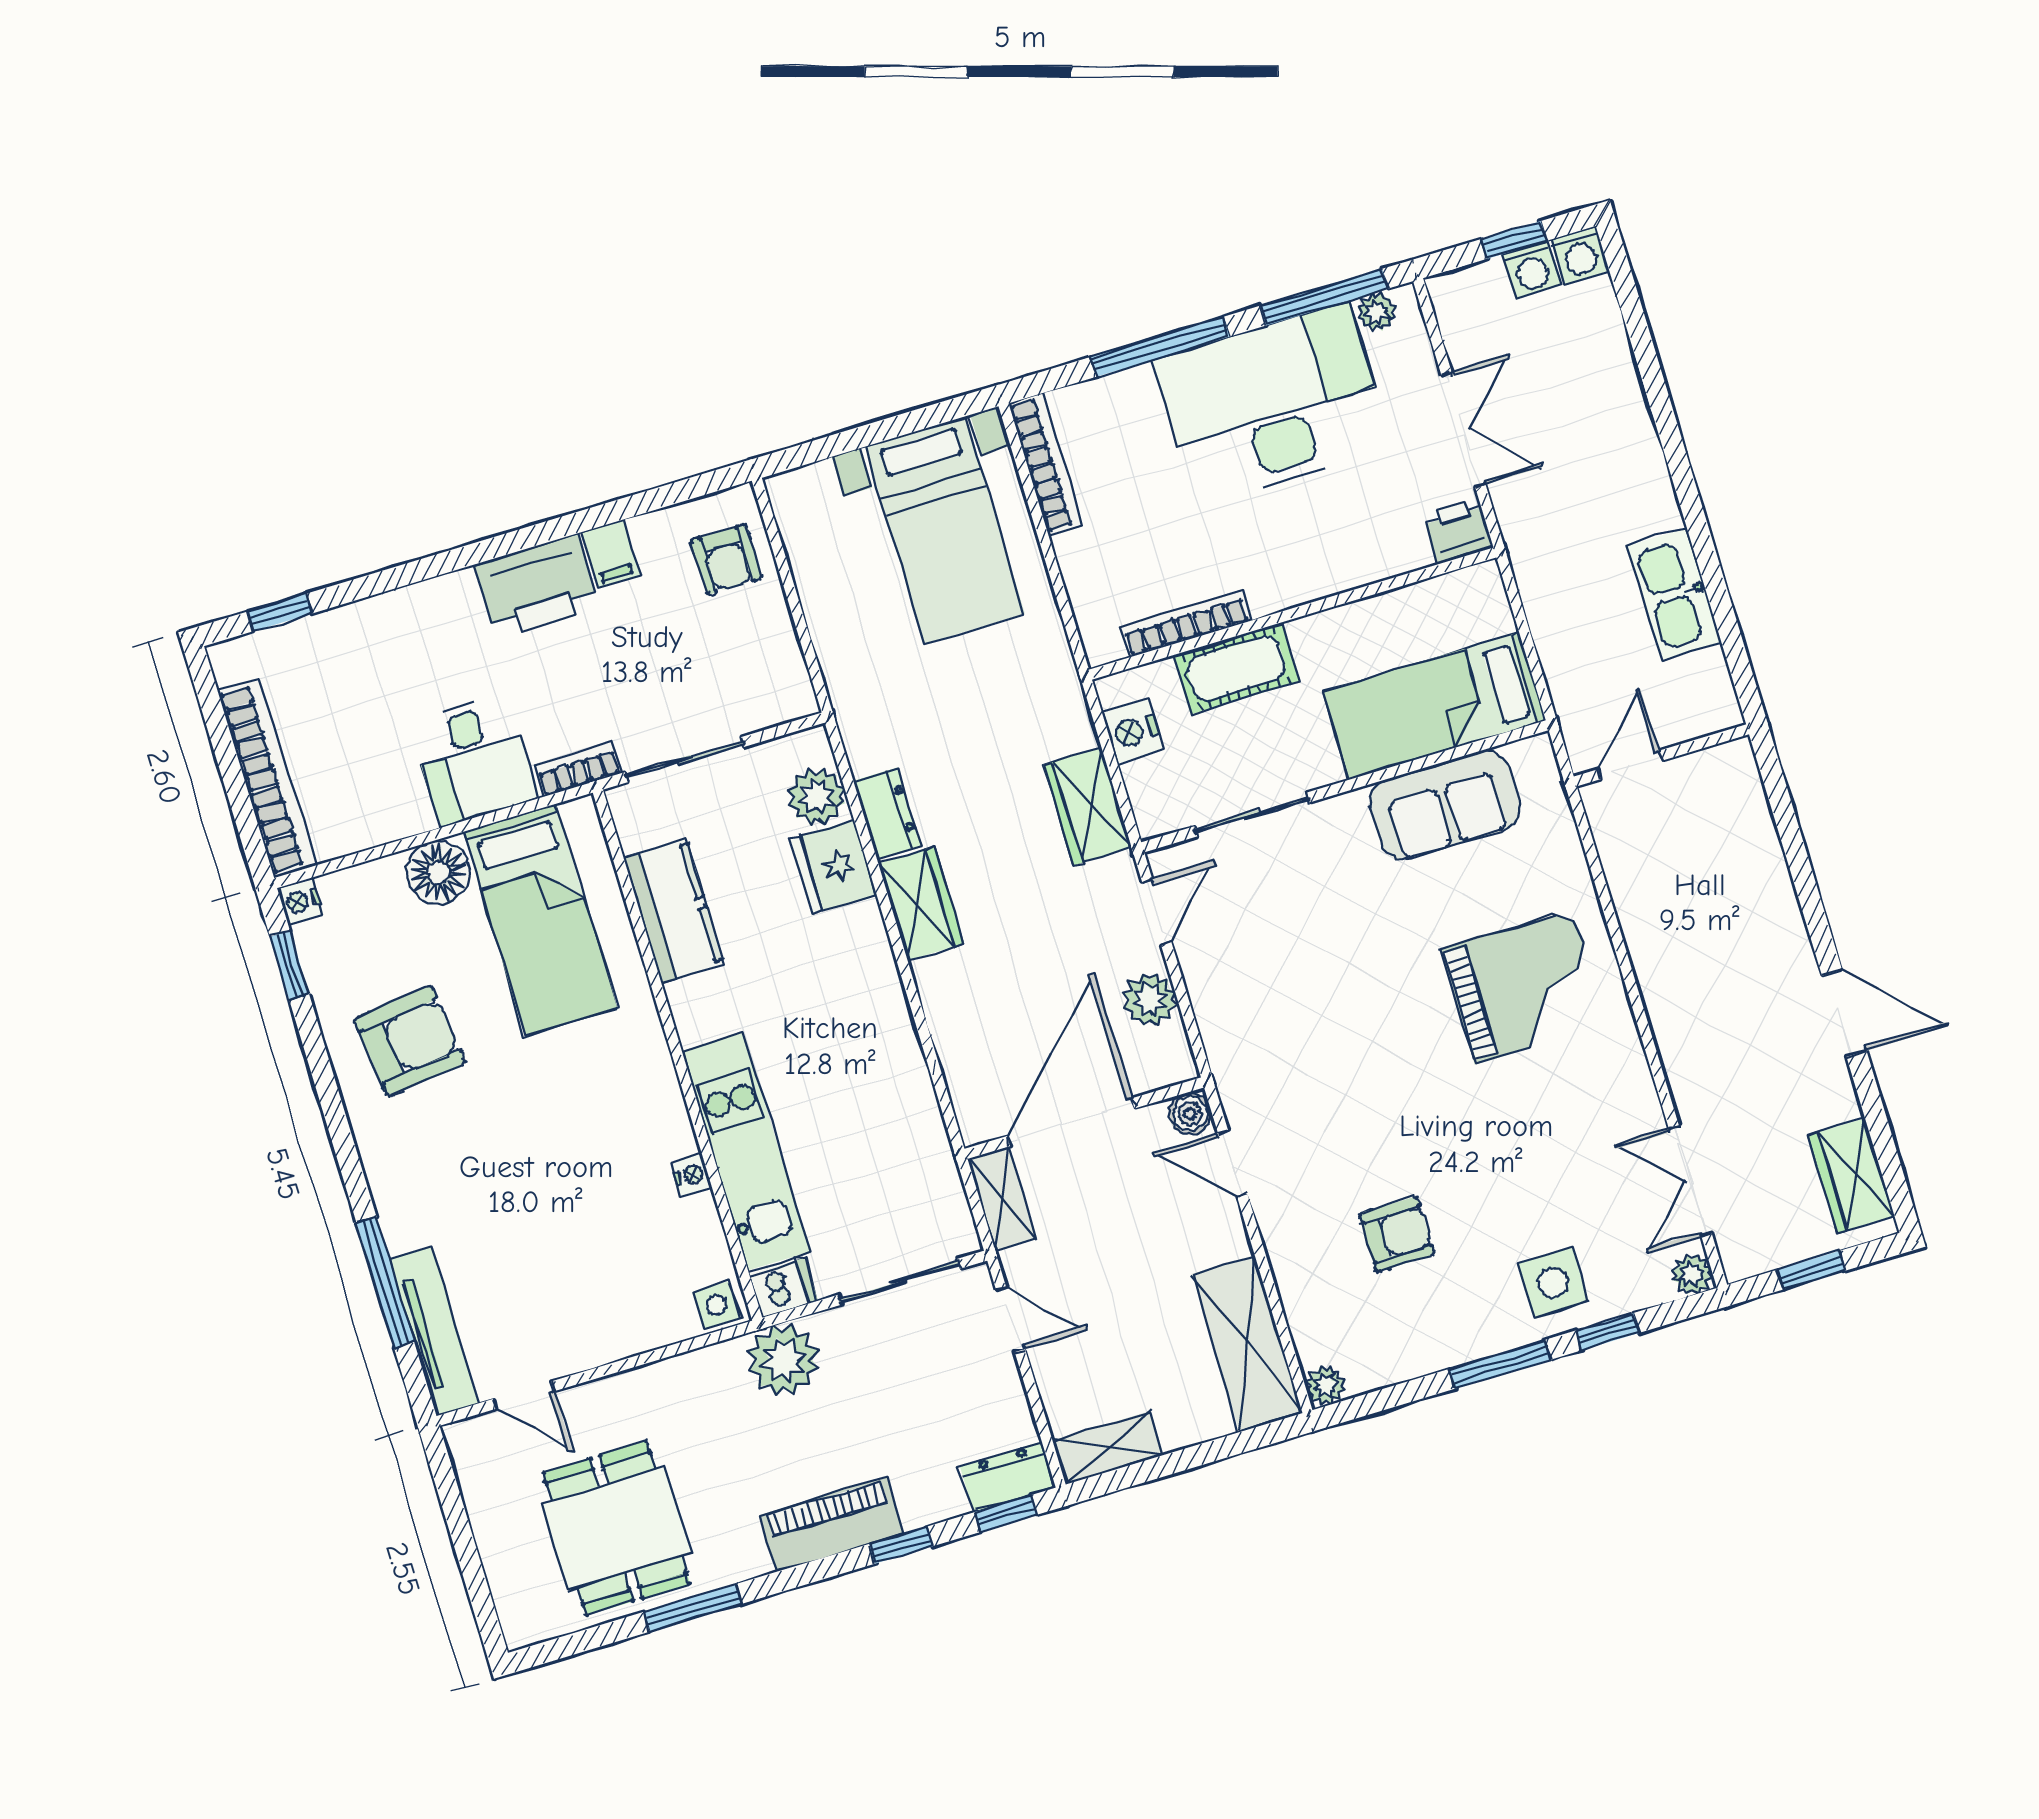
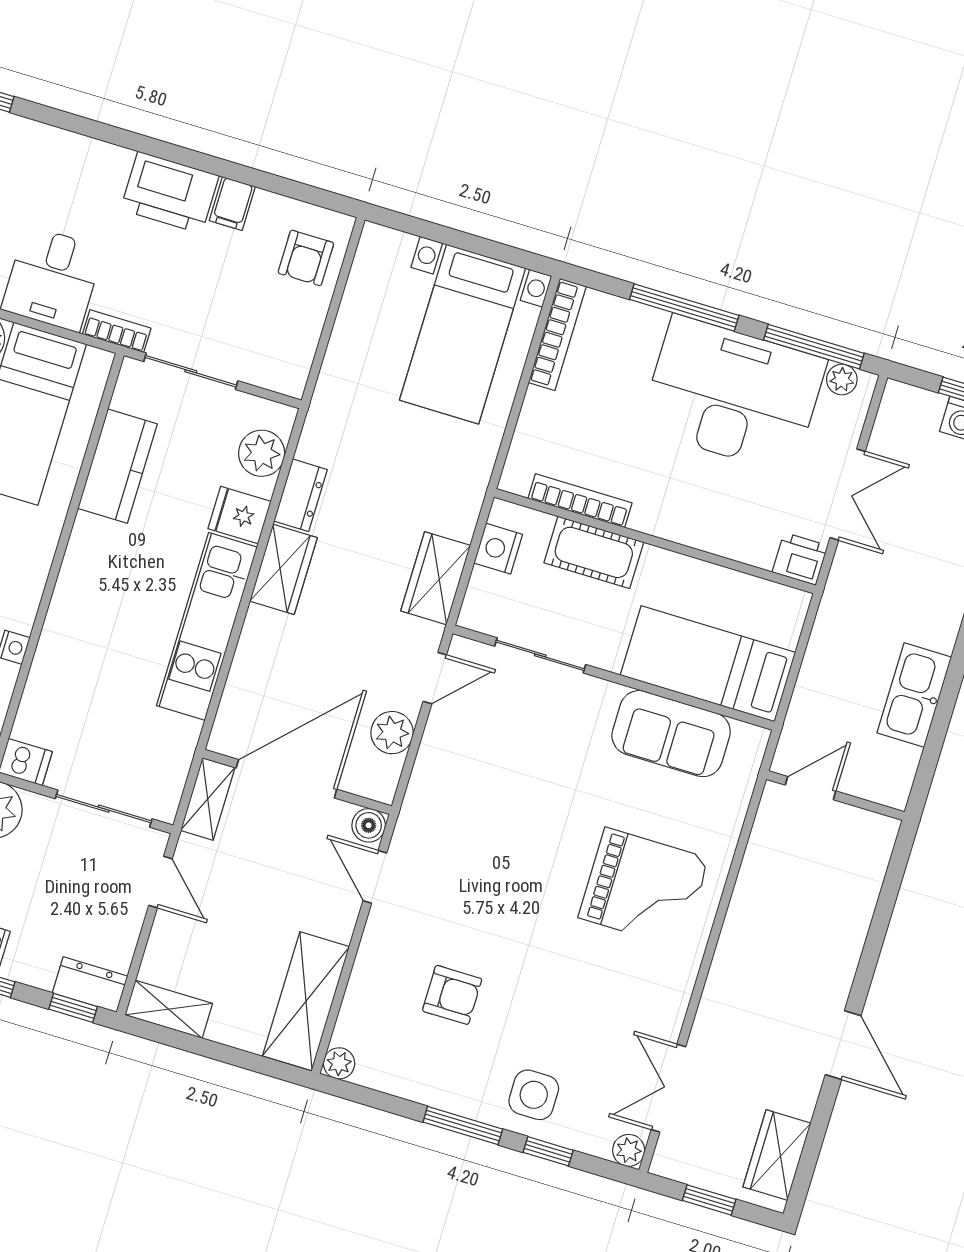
fridge: (833, 867) -> (239, 515), width x0.72
kitchen unit: (746, 1151) -> (207, 626), moved, turned 180

